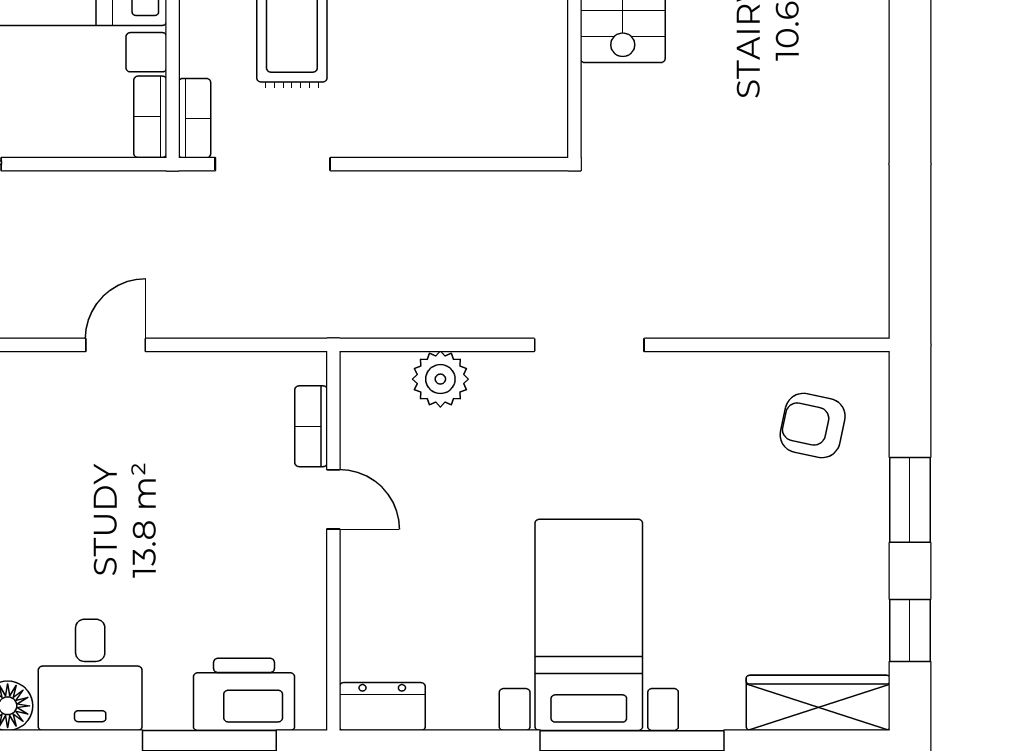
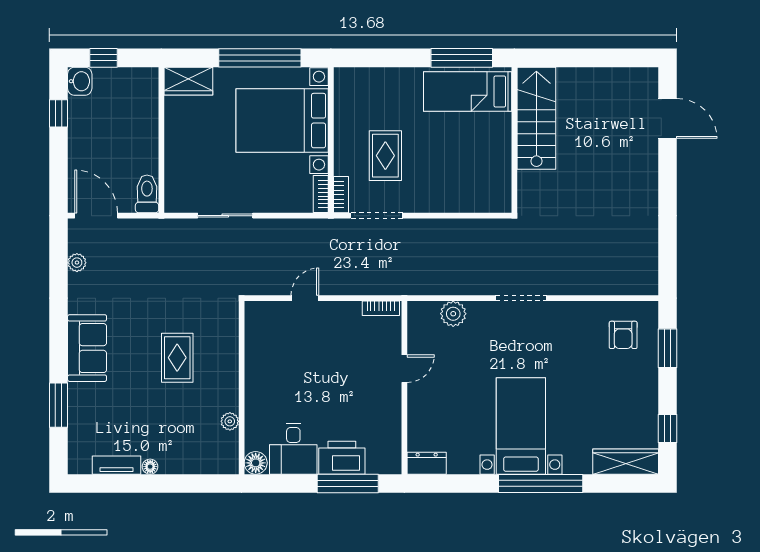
bookcase: (311, 426) -> (381, 308), moved, turned -90
armchair: (813, 426) -> (623, 335), turned -102
door: (333, 499) -> (404, 369), hinge flipped
window: (910, 500) -> (668, 348), moved
printer: (244, 694) -> (342, 458), moved

